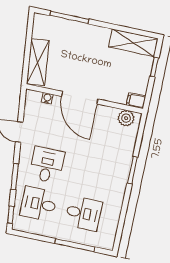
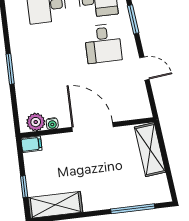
water cooler: (47, 98) -> (52, 124), moved

